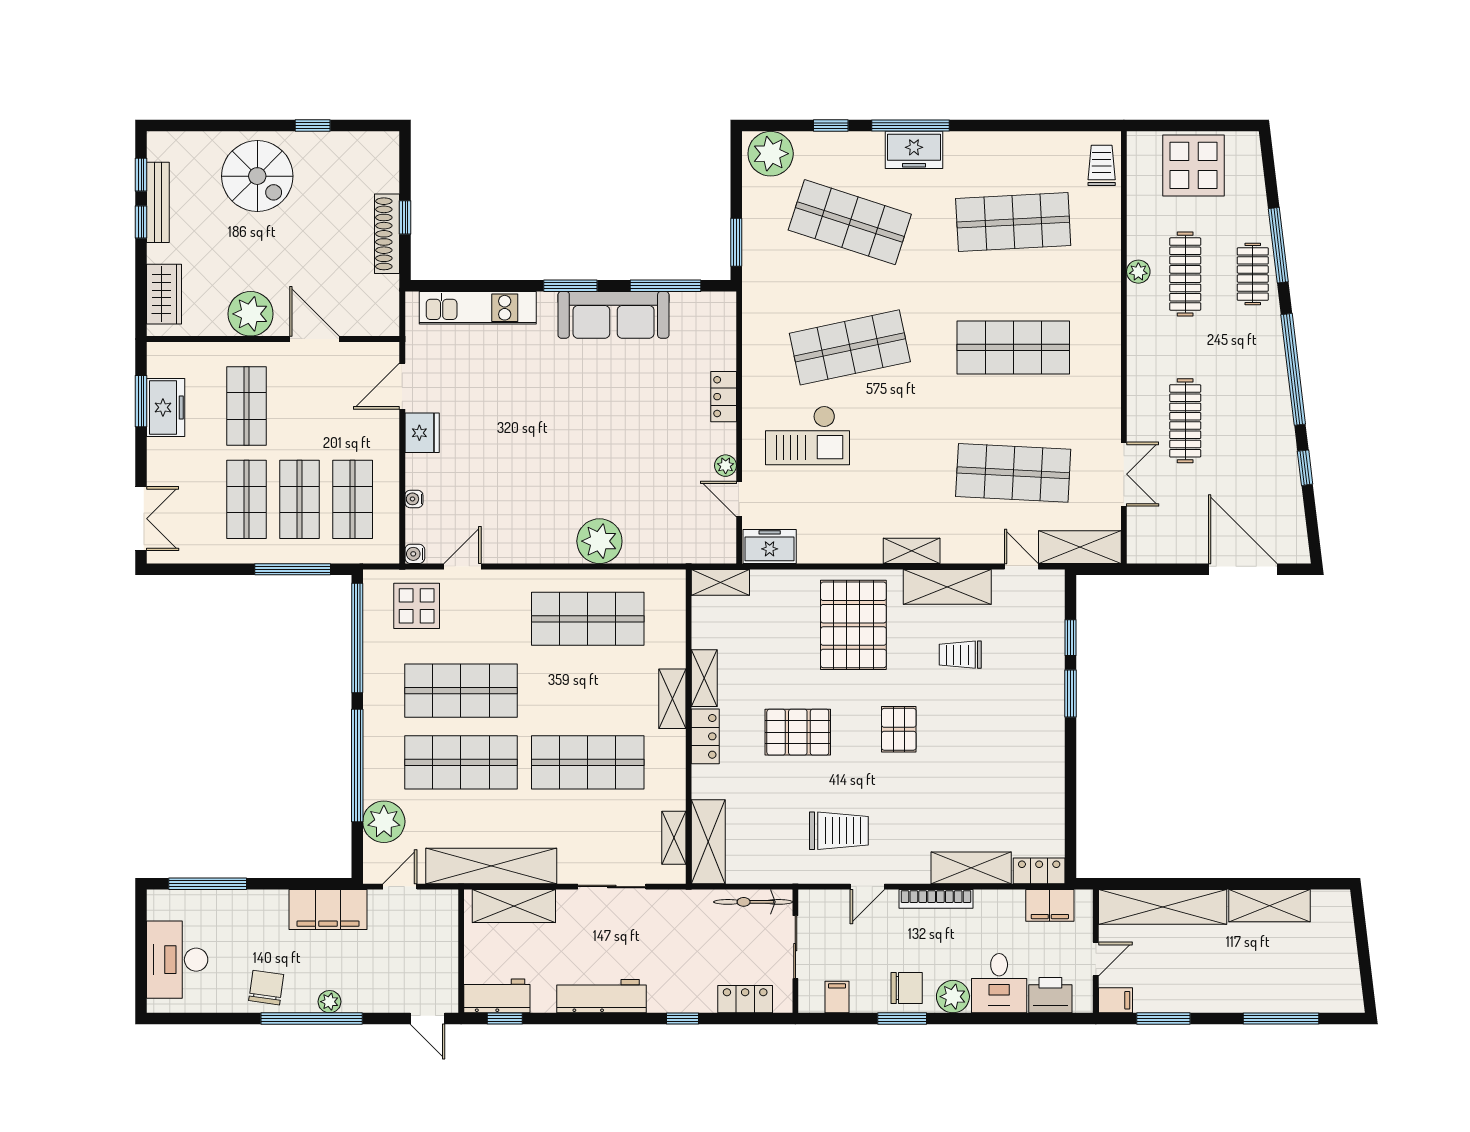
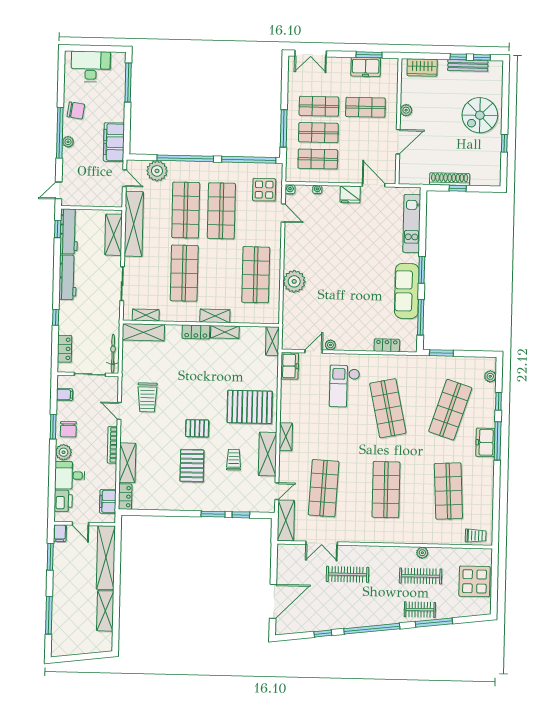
plant: (771, 154) -> (490, 376), width x0.53, depth x0.53
plant: (251, 314) -> (406, 110), width x0.53, depth x0.53
locker: (724, 397) -> (387, 345), moved
pallet: (798, 732) -> (192, 466), moved
workbench: (497, 996) -> (69, 231), width x1.38

